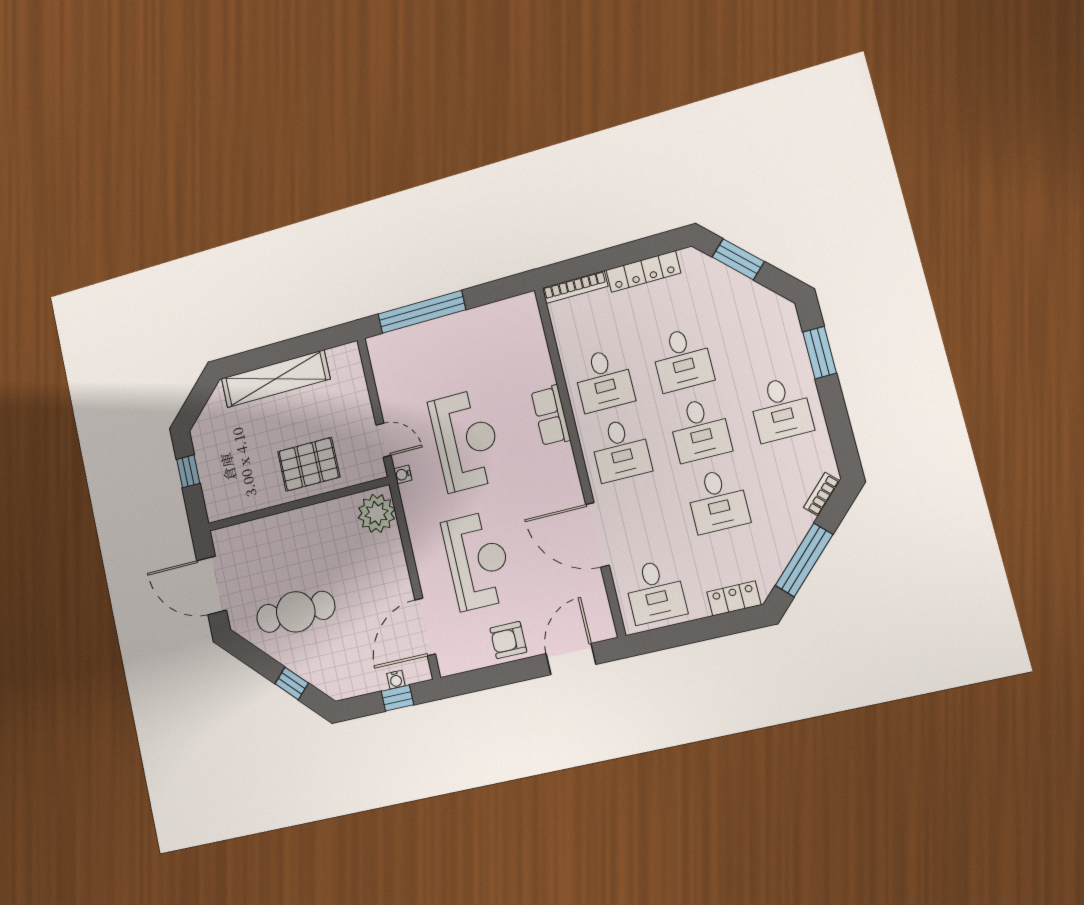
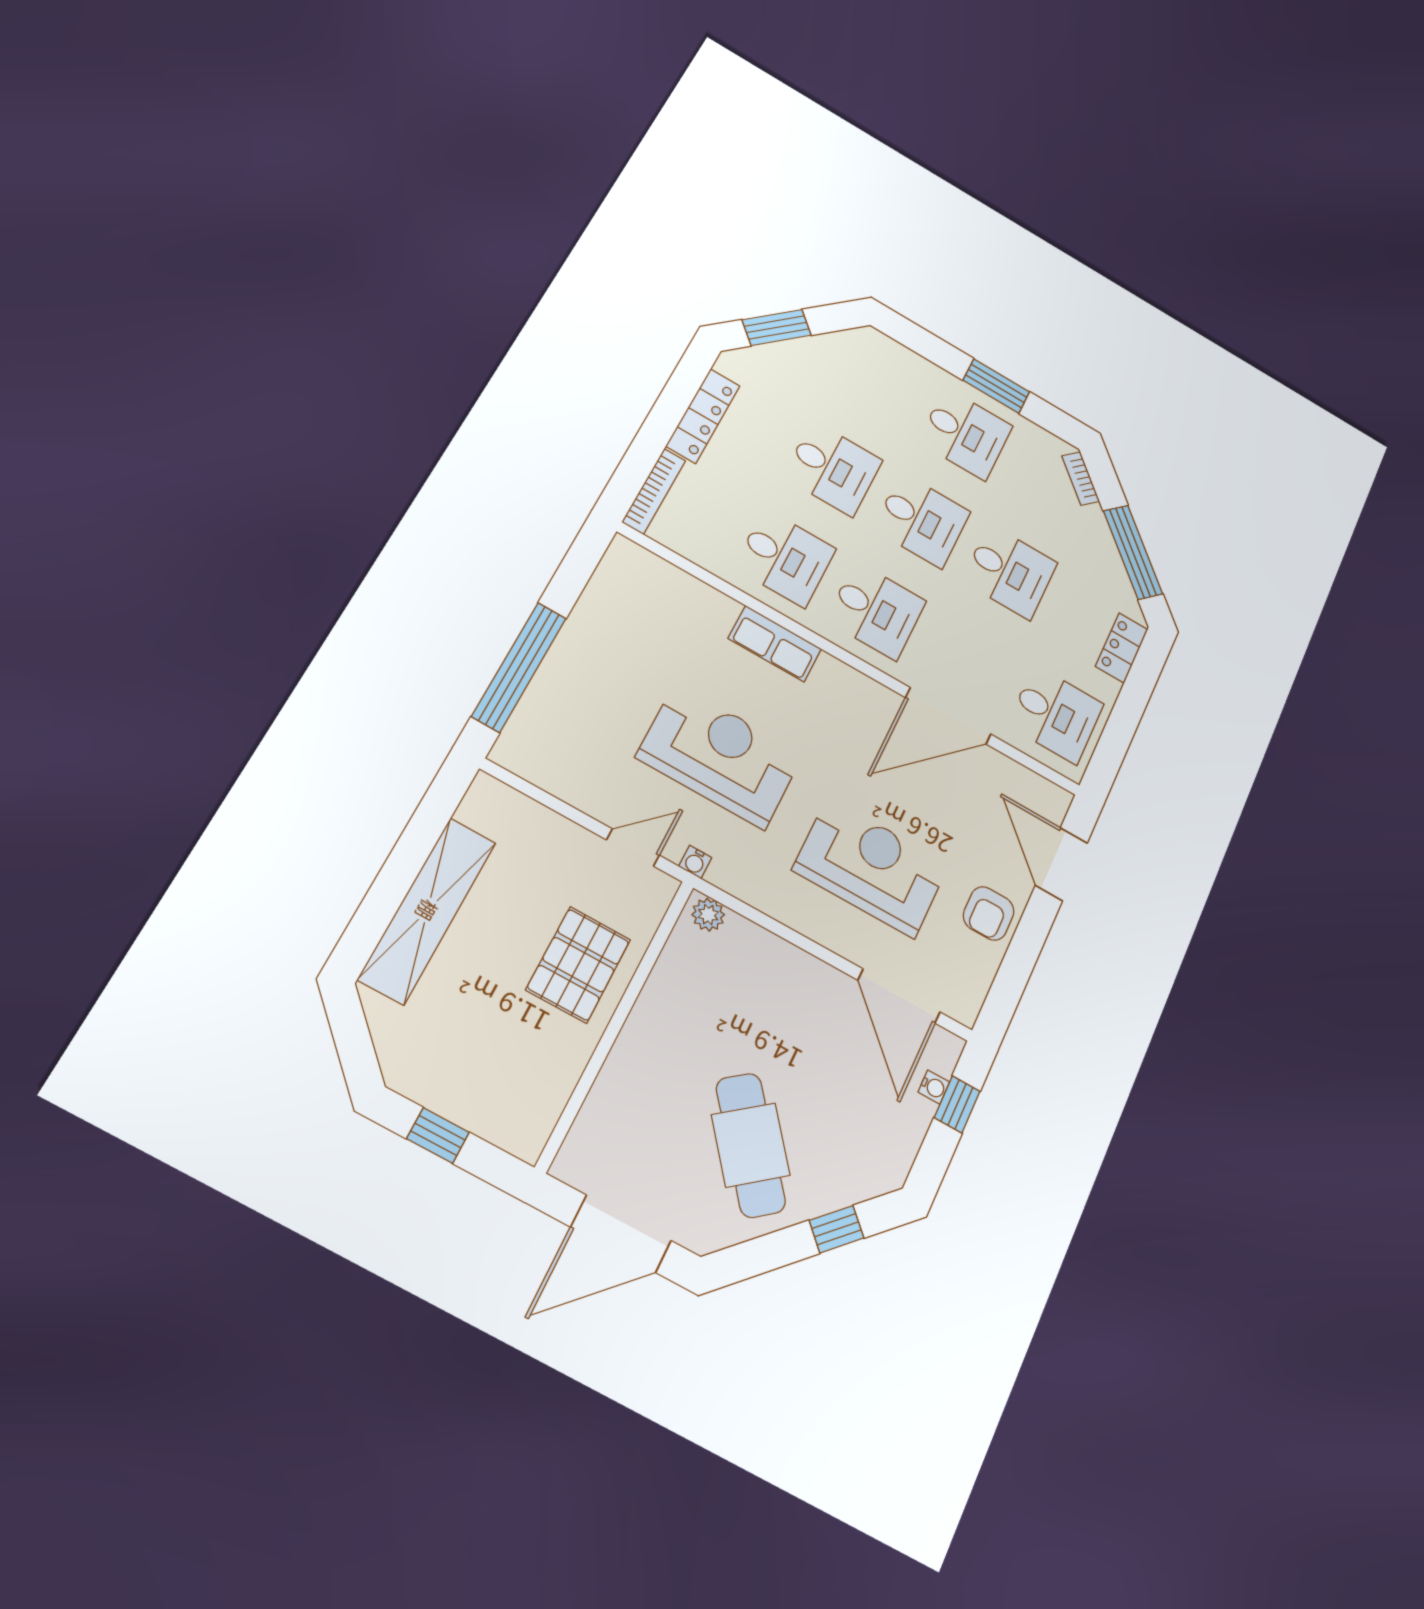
window: (820, 353) -> (996, 386), moved
plant: (377, 513) -> (708, 915), width x0.53, depth x0.53
cafe table: (296, 612) -> (751, 1145), turned -38

